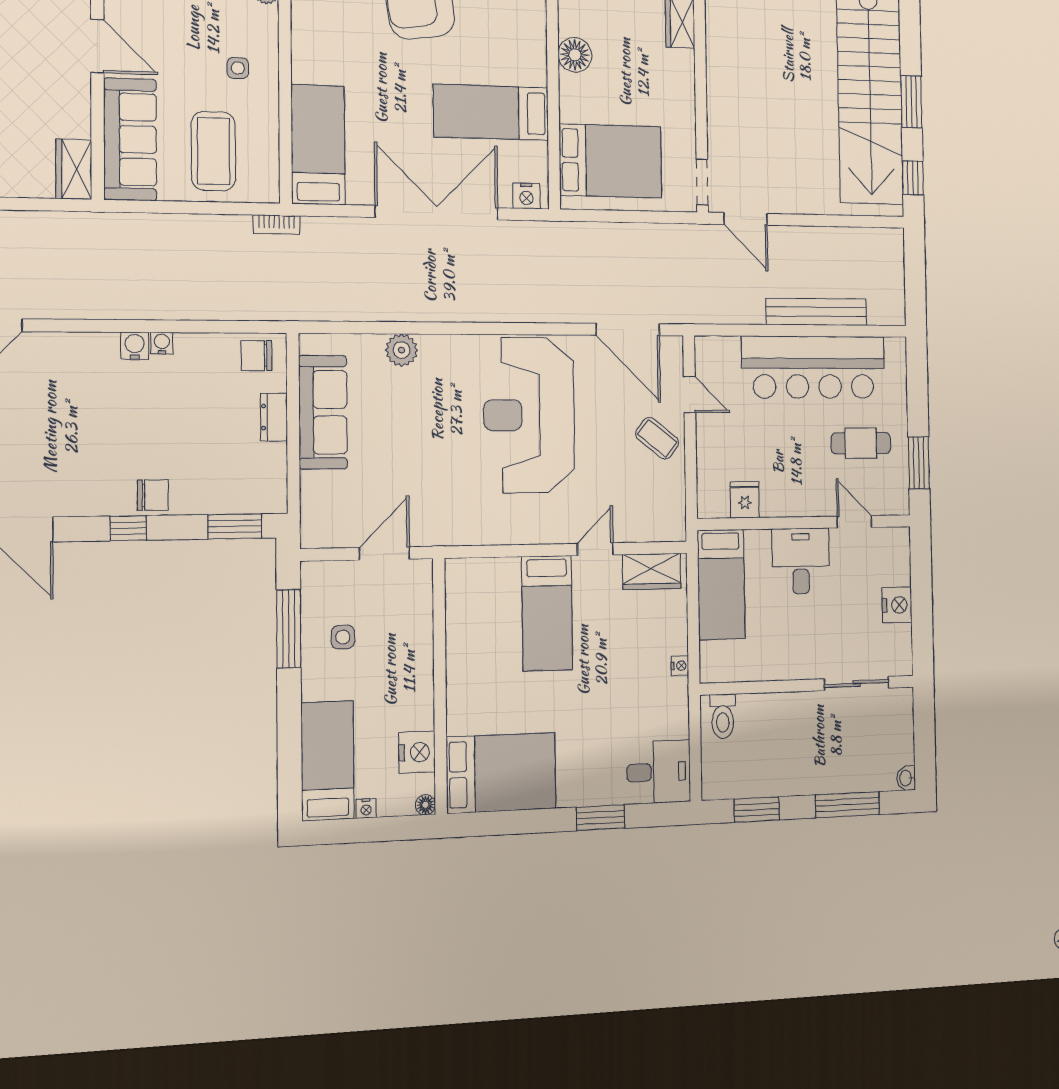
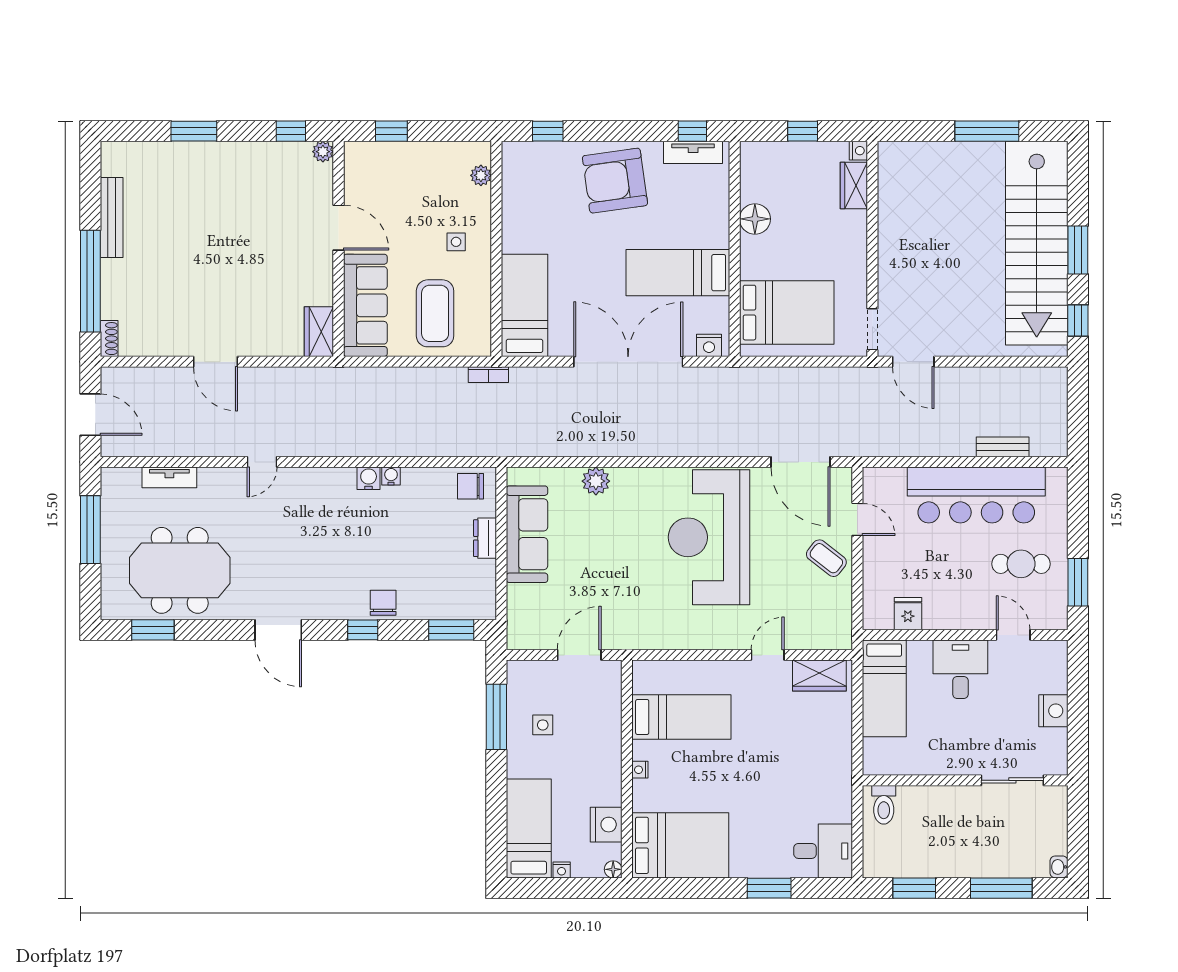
bench: (816, 312) -> (1003, 447), width x0.54, depth x0.82
chair: (153, 495) -> (383, 603), turned -90
bed: (547, 613) -> (681, 717), moved, turned -90
nightstand: (680, 666) -> (640, 770), moved, turned 180

